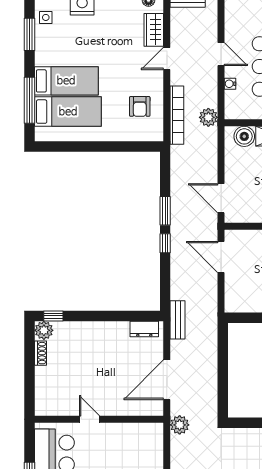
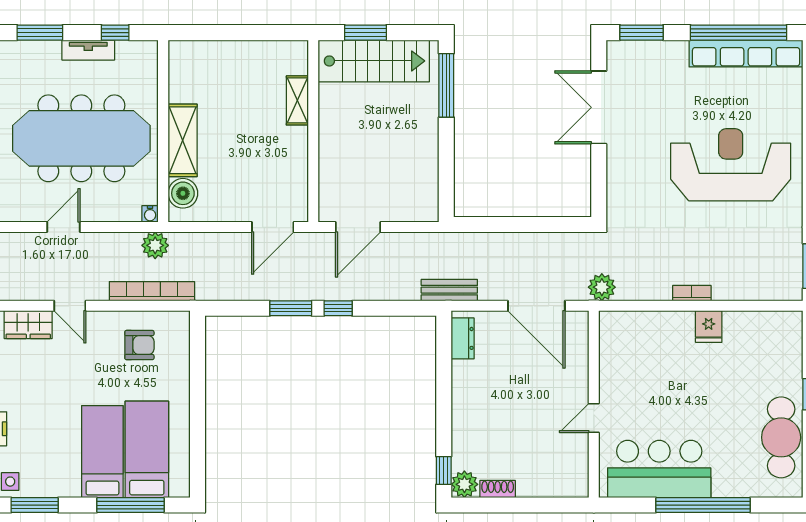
water cooler: (230, 84) -> (150, 214), moved

